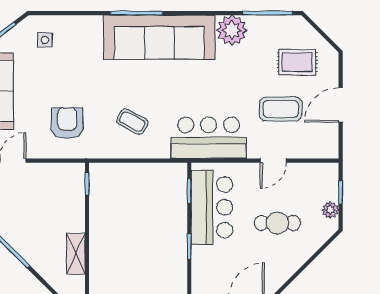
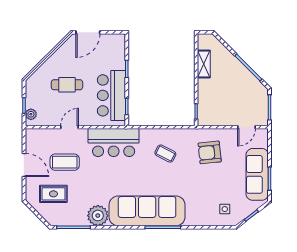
door: (341, 105) -> (24, 165), hinge flipped
armchair: (67, 123) -> (210, 152), turned 84
plant: (330, 210) -> (31, 114), moved

